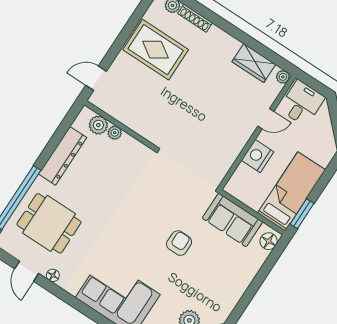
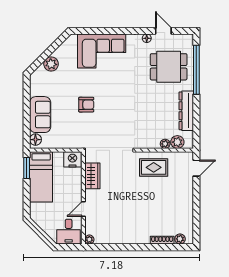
rug: (156, 50) -> (154, 167), moved, width x0.73, depth x0.70
wardrobe: (254, 63) -> (92, 176), moved, turned 90
nightstand: (258, 156) -> (73, 159), moved, turned -90
sofa: (232, 220) -> (40, 115), moved, turned 90
armchair: (179, 243) -> (86, 105), turned -90

